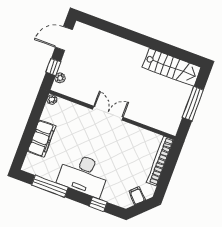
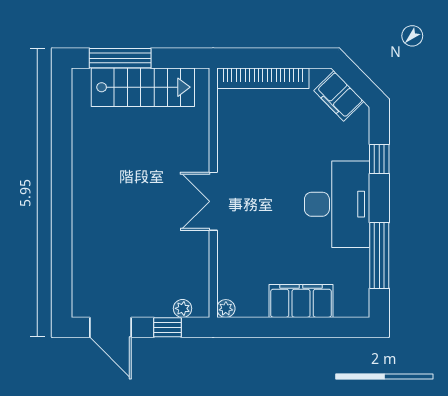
stairs: (172, 67) -> (143, 87), moved, turned 90
window: (193, 104) -> (120, 58), moved
filing cabinet: (137, 196) -> (339, 96), width x2.00

